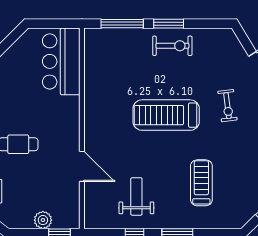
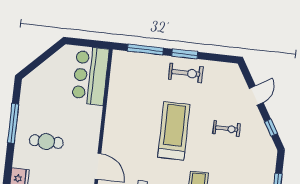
exercise bike: (227, 106) -> (227, 129), turned -83
treadmill: (166, 115) -> (174, 131), turned 90

